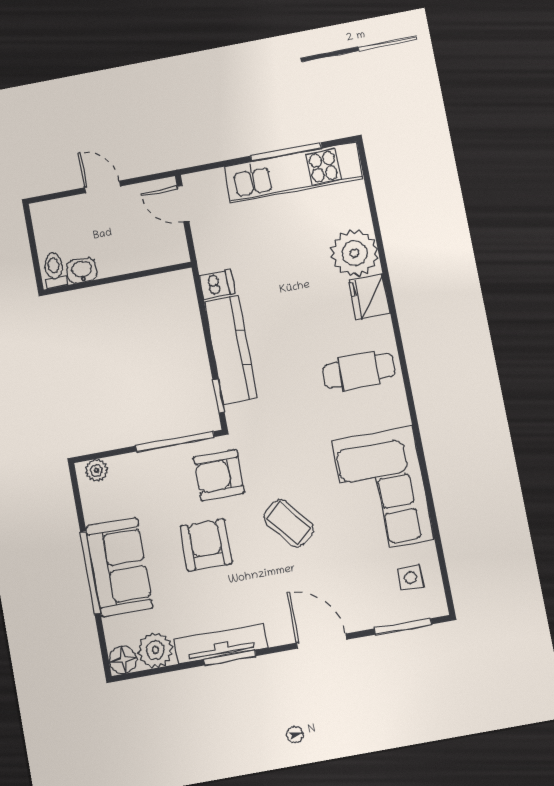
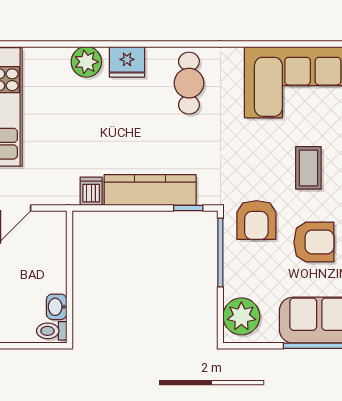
plant: (354, 253) -> (86, 62), width x0.73, depth x0.73
plant: (96, 470) -> (241, 316), width x1.87, depth x1.87
coffee table: (289, 523) -> (308, 168), turned -51
armchair: (206, 545) -> (314, 242), turned 180

